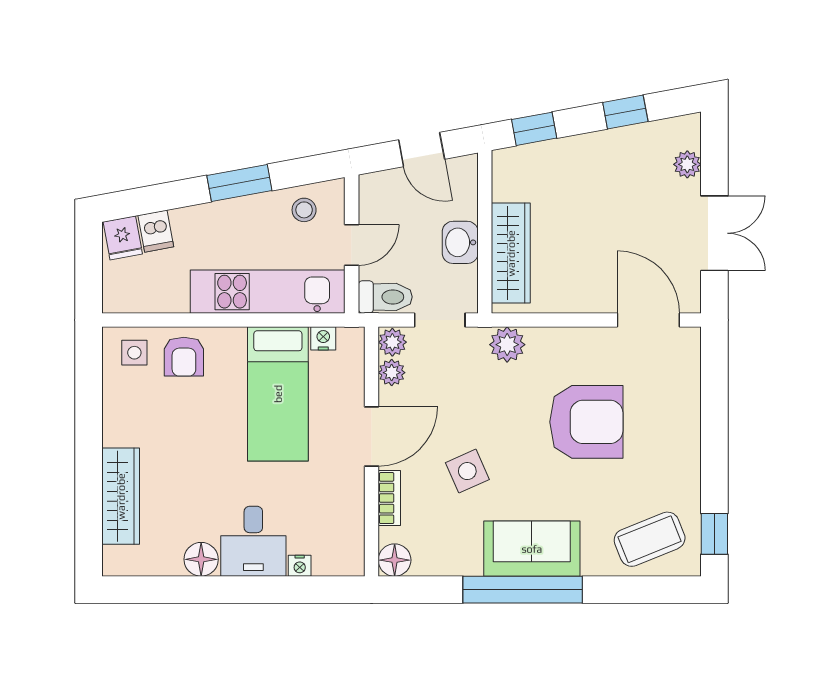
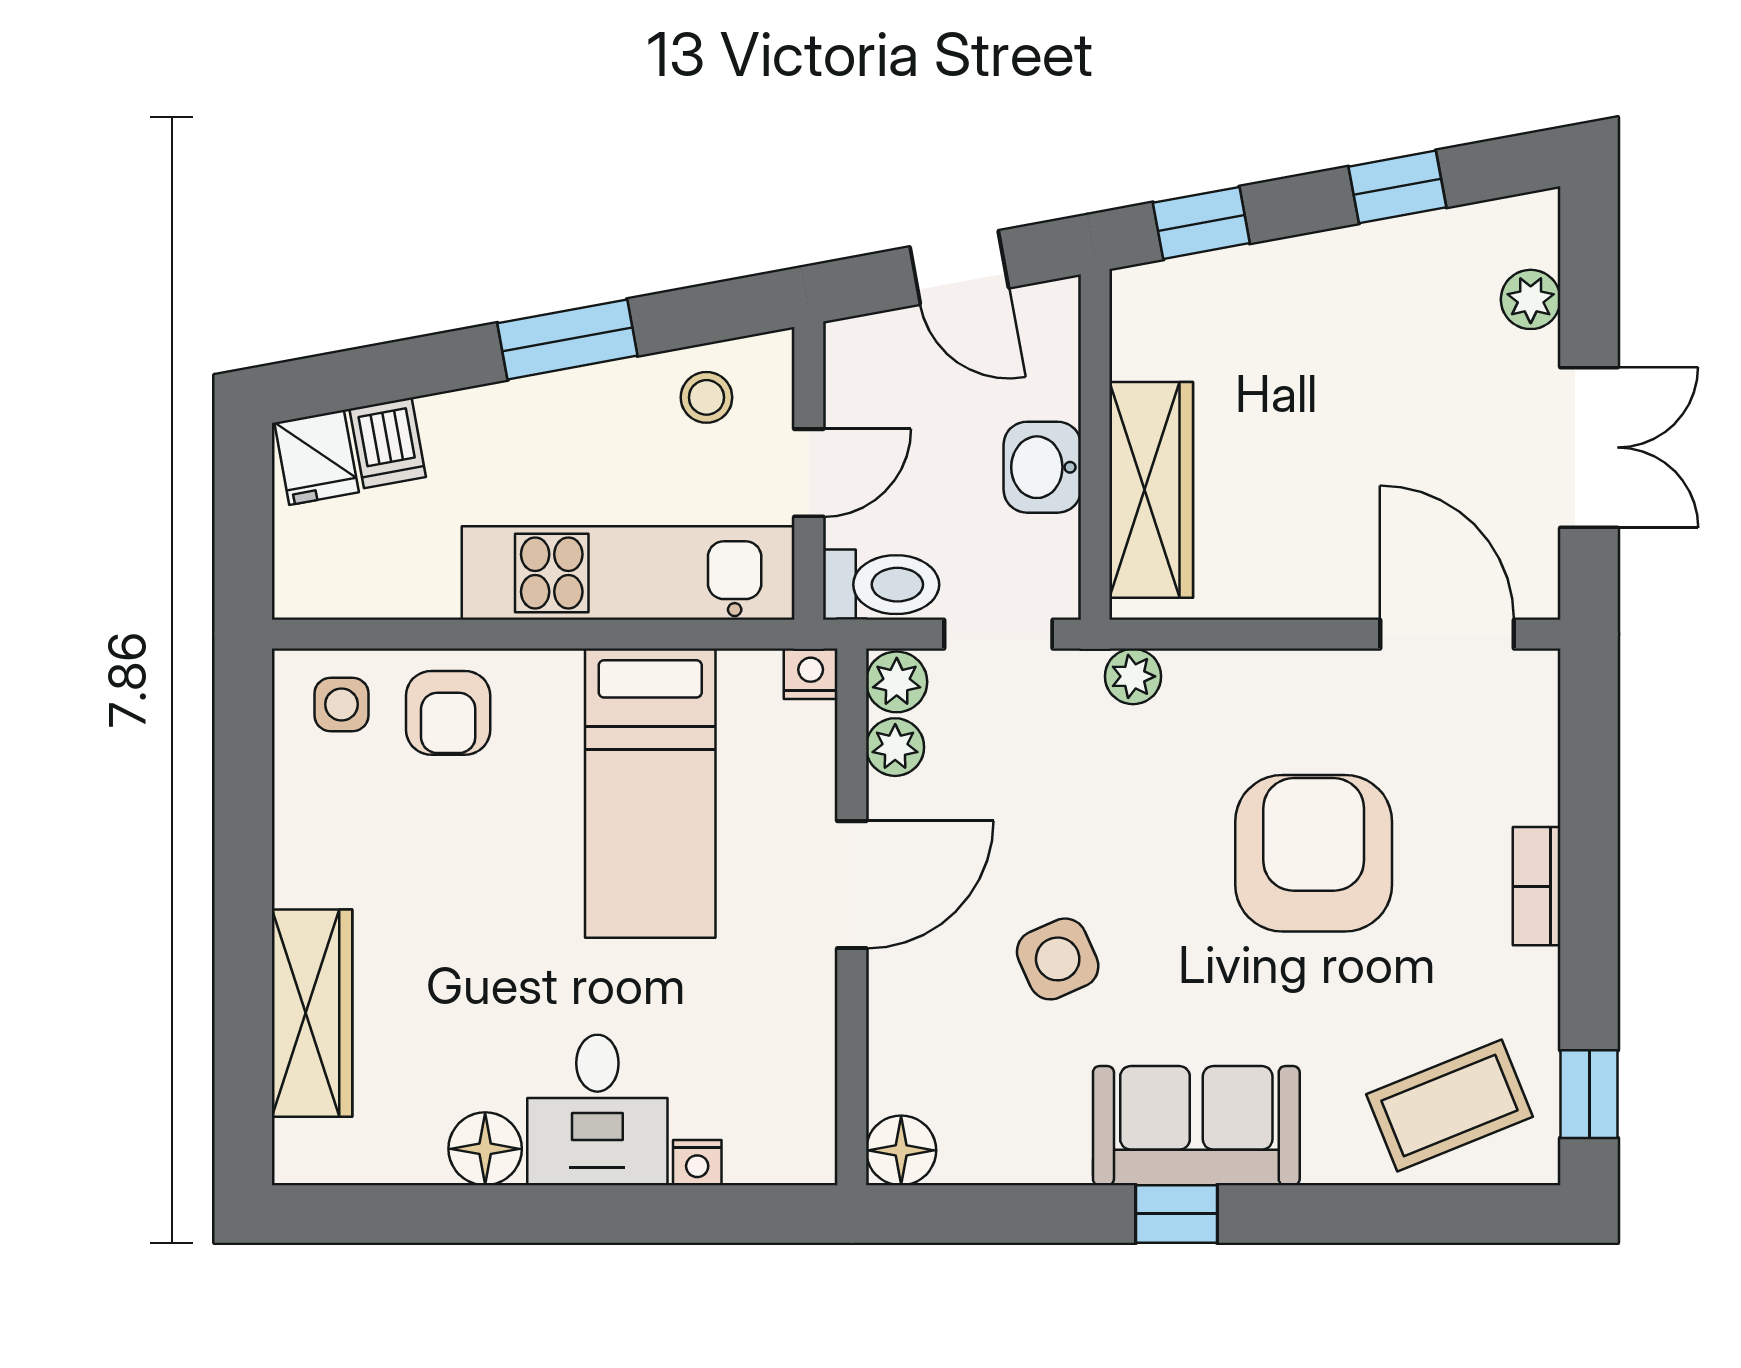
nightstand: (323, 338) -> (811, 674), moved
plant: (507, 345) -> (1133, 676), width x0.73, depth x0.73
armchair: (586, 422) -> (1314, 853), turned -90
bookcase: (389, 498) -> (1537, 886), moved, turned 180
window: (523, 590) -> (1177, 1214), width x0.32

